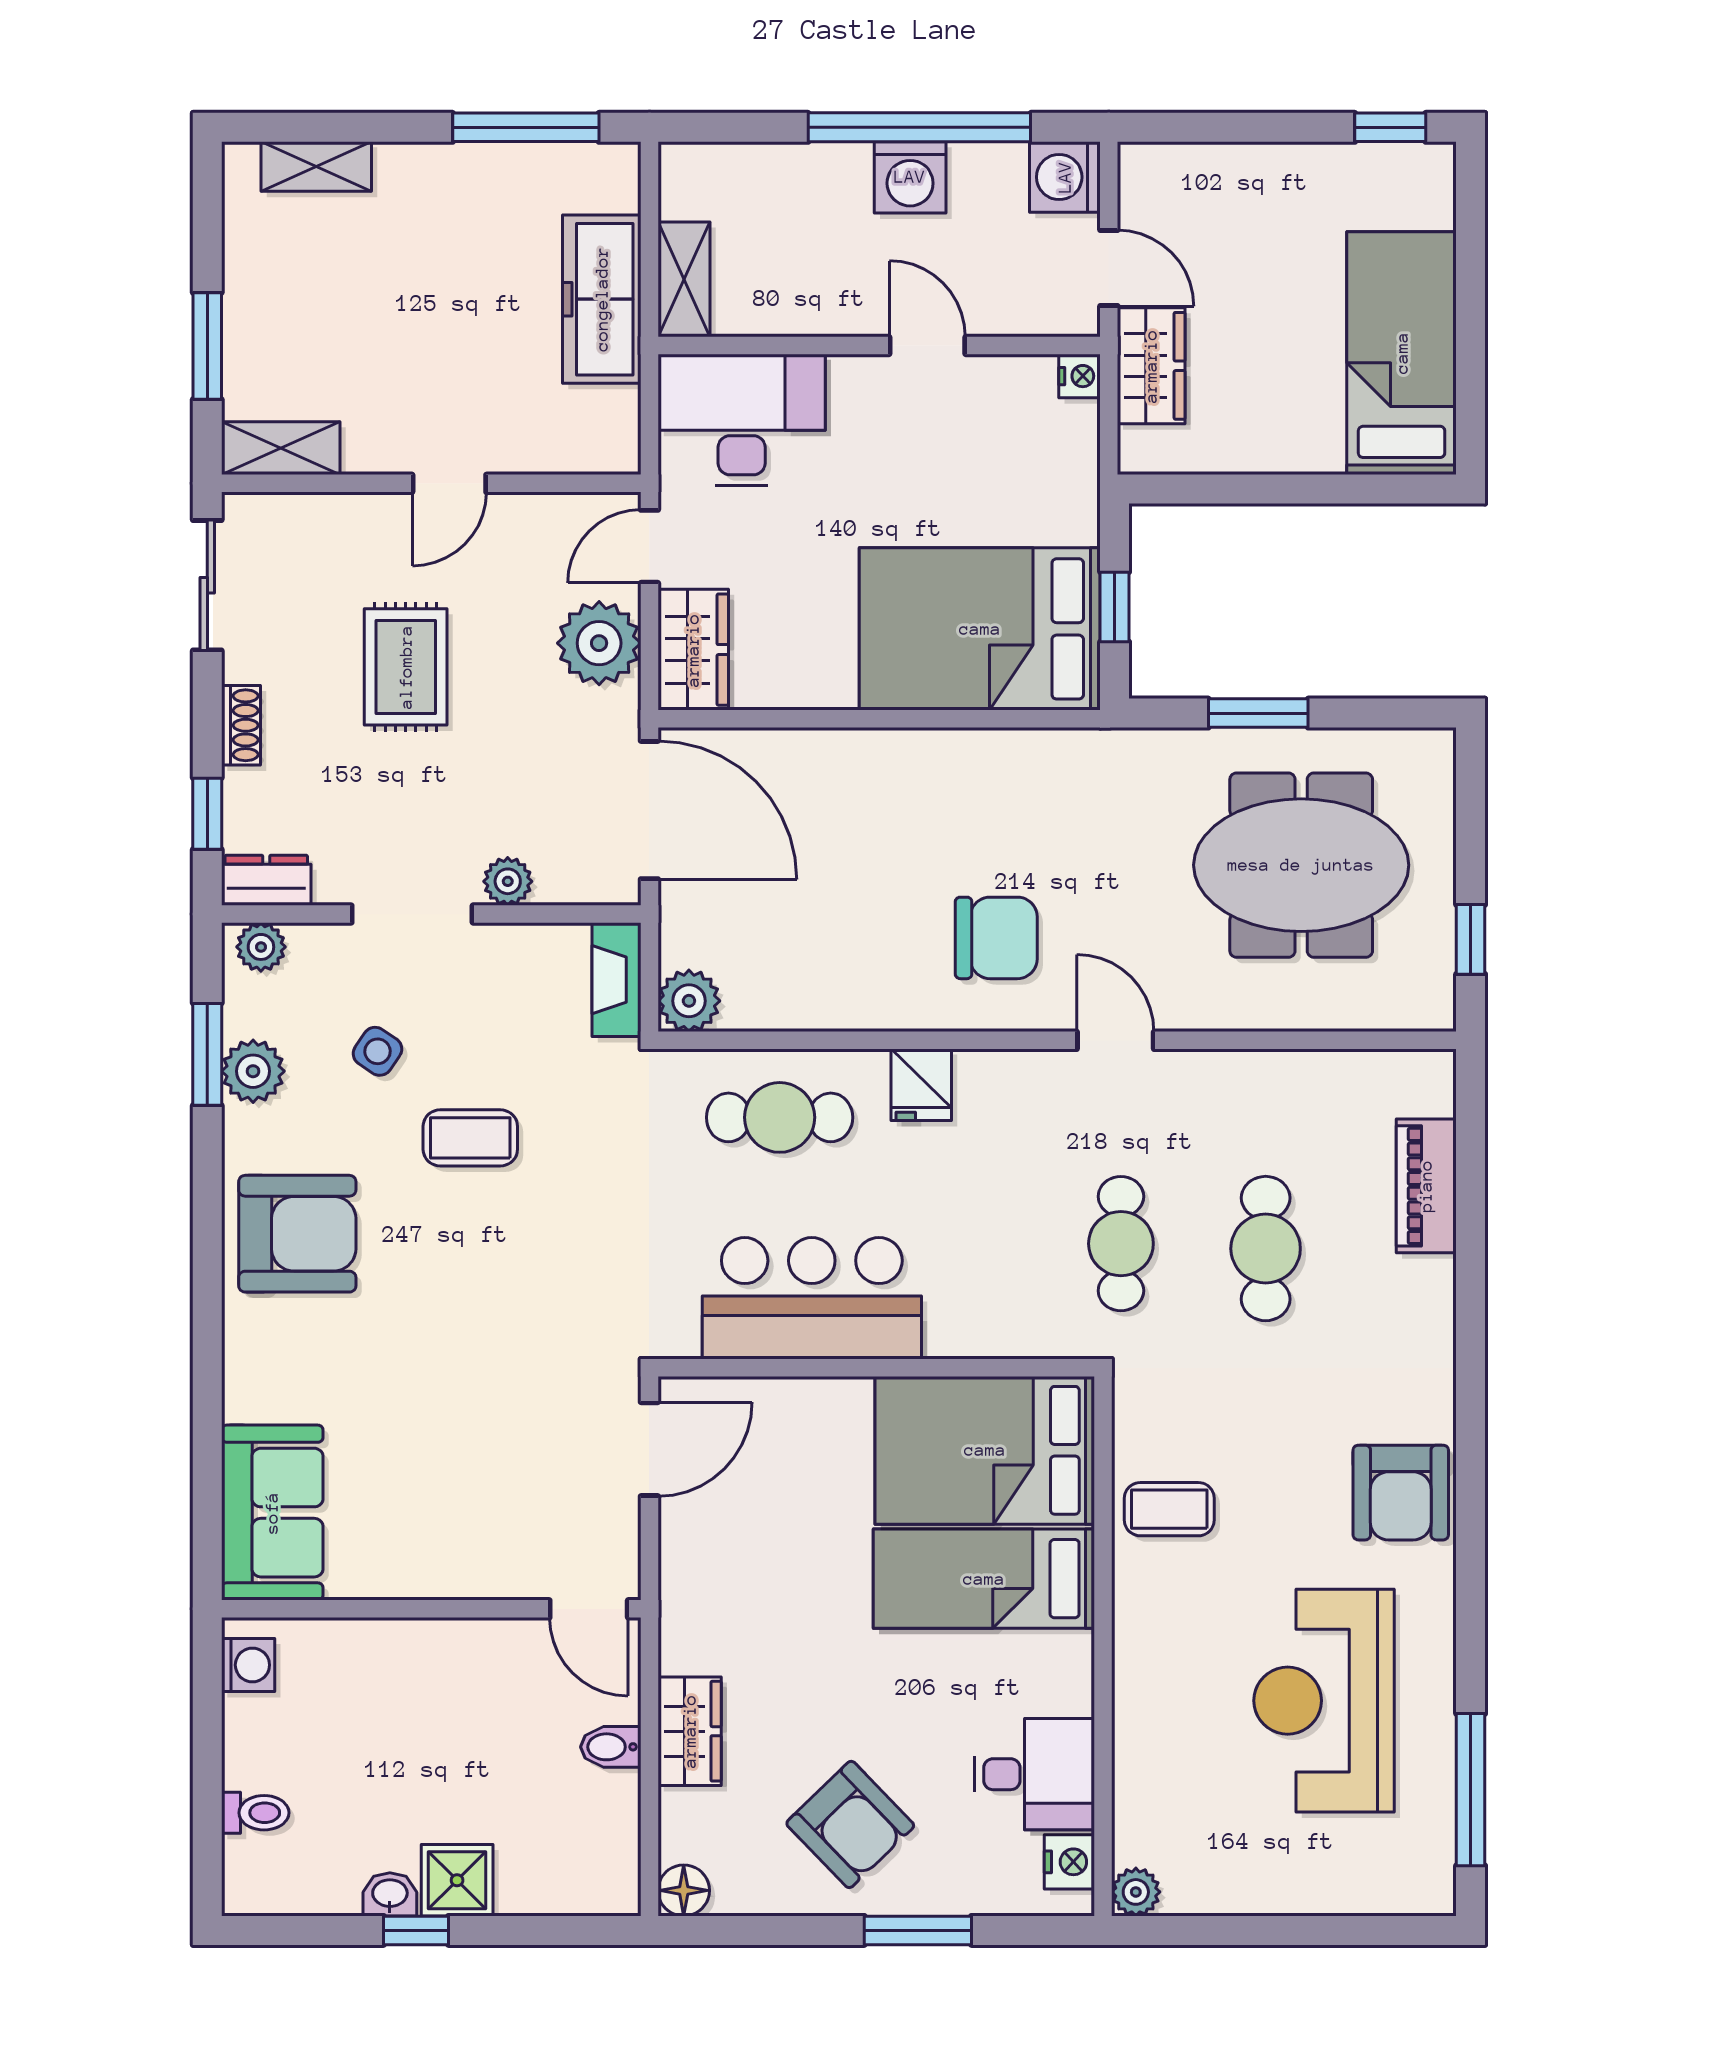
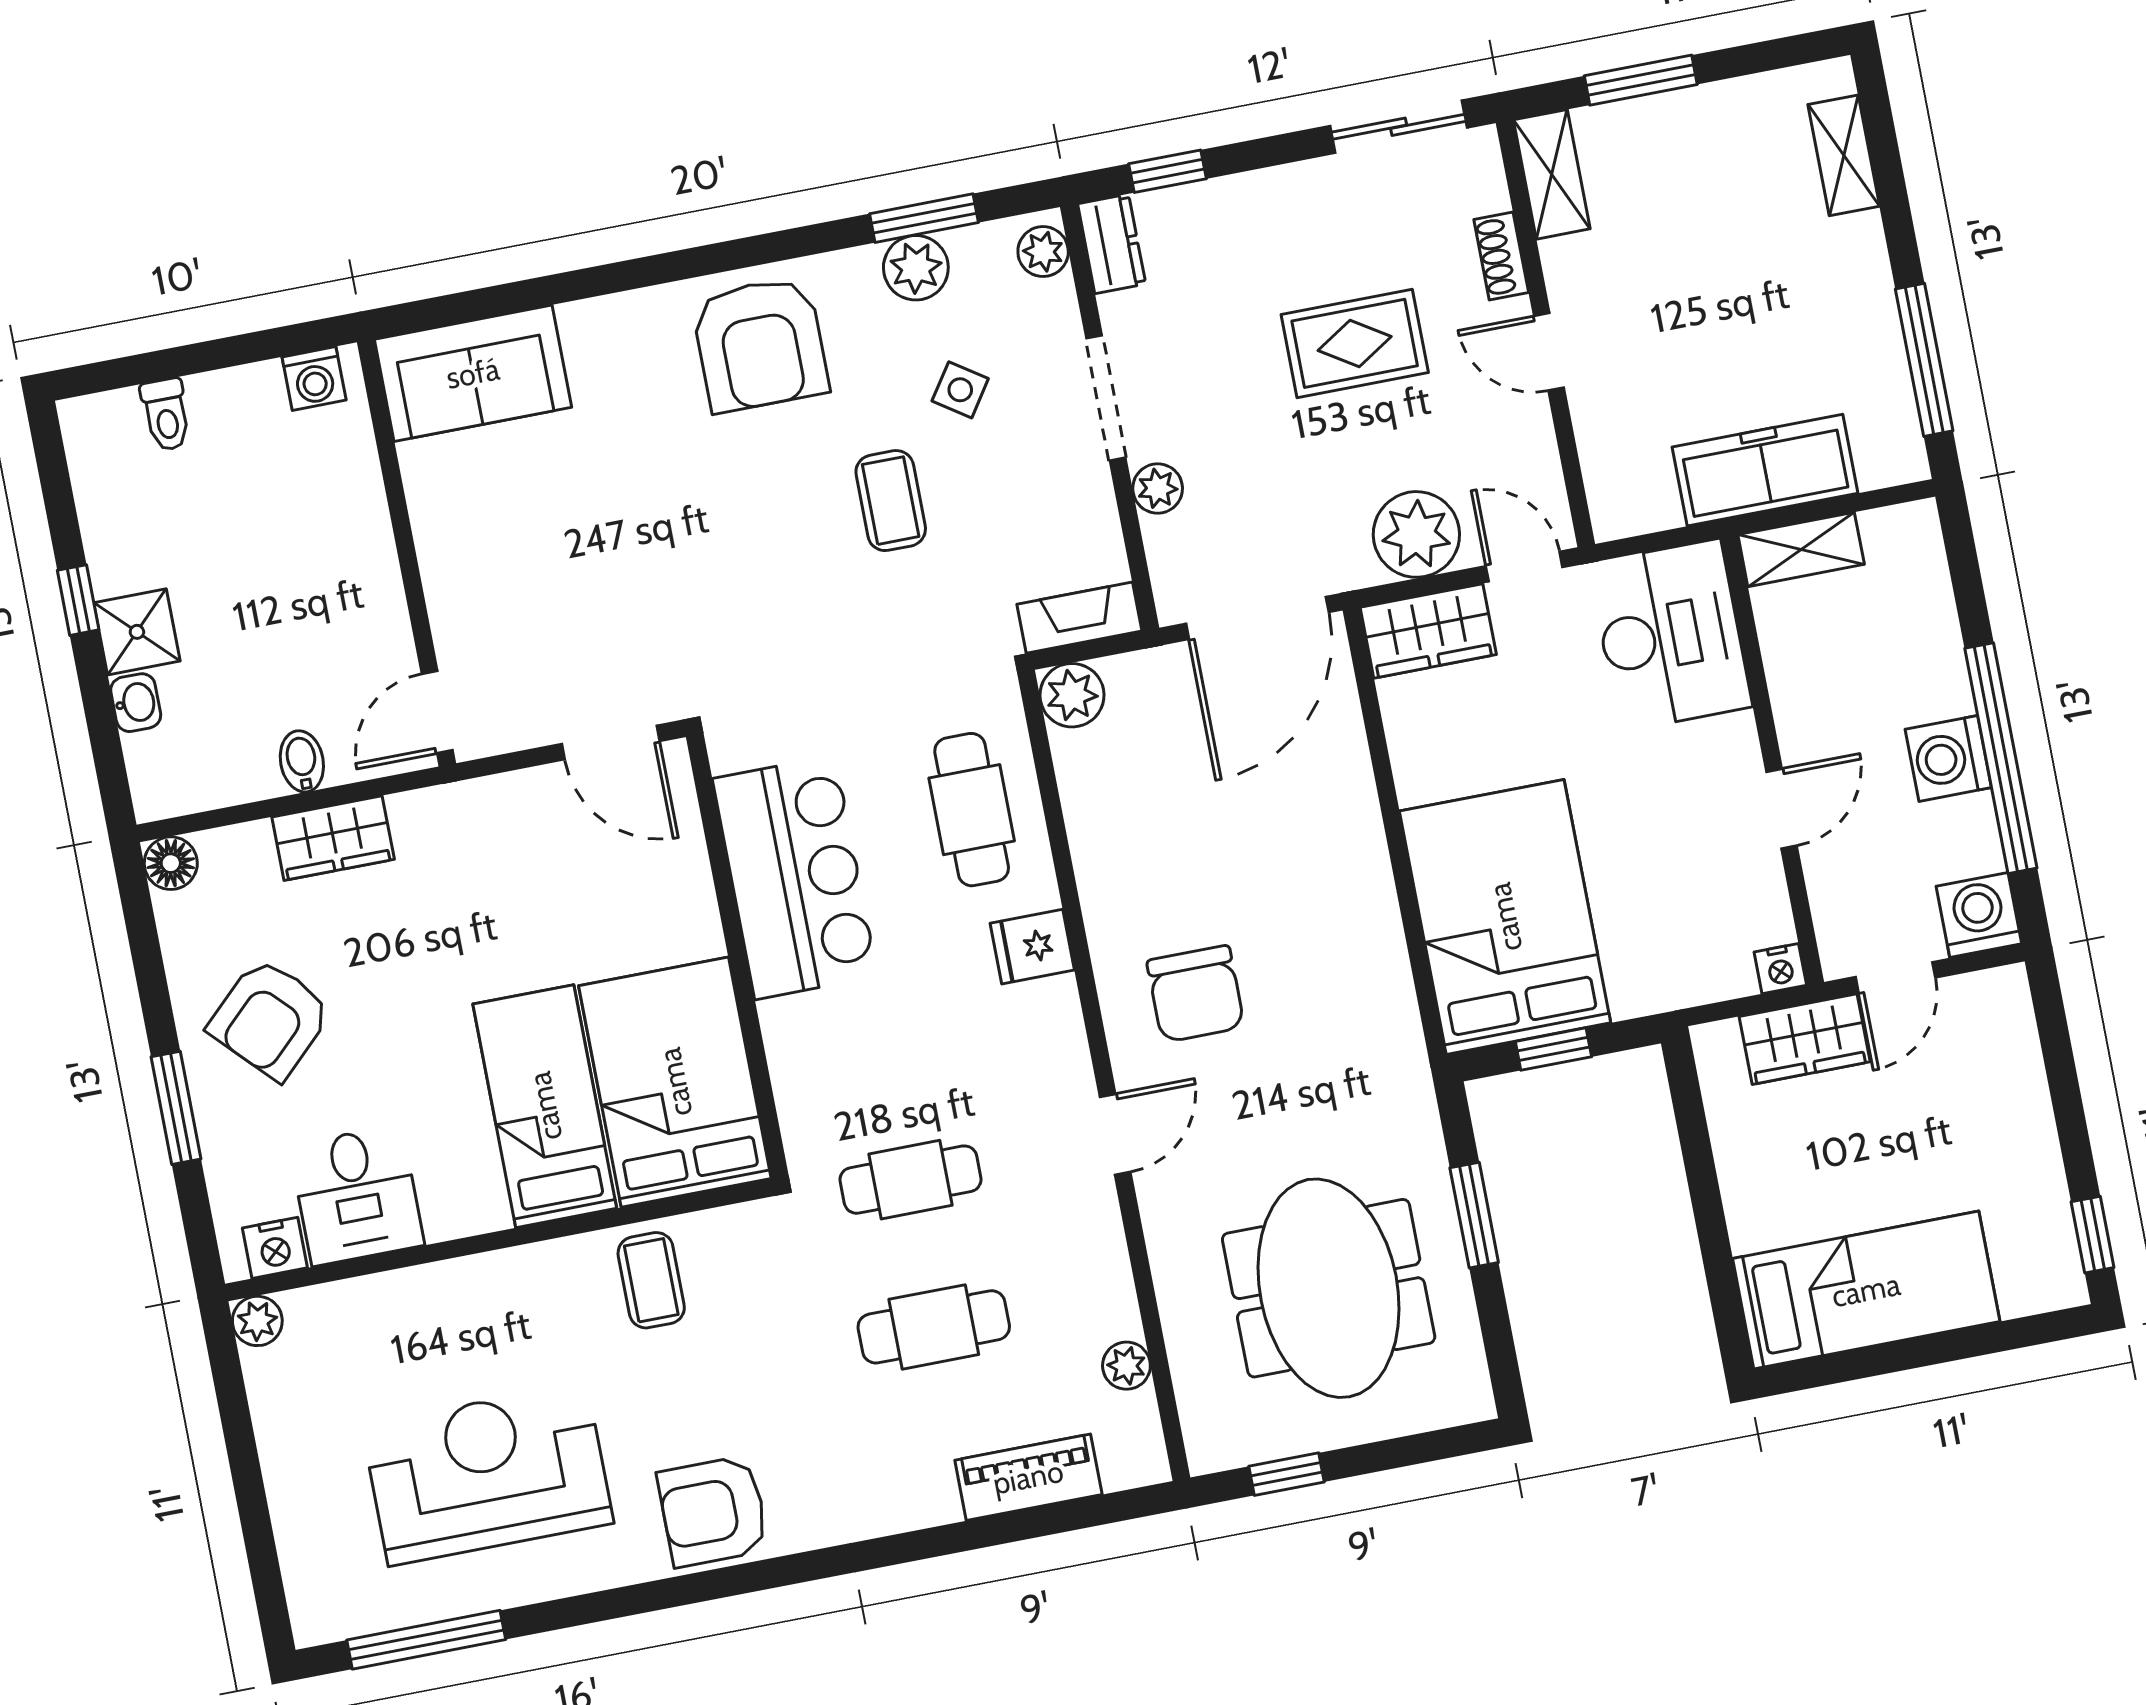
shoe rack: (241, 725) -> (1501, 256), moved, turned 90
plant: (1338, 1072) -> (1126, 1366), added
washbasin: (390, 1894) -> (136, 703), moved

